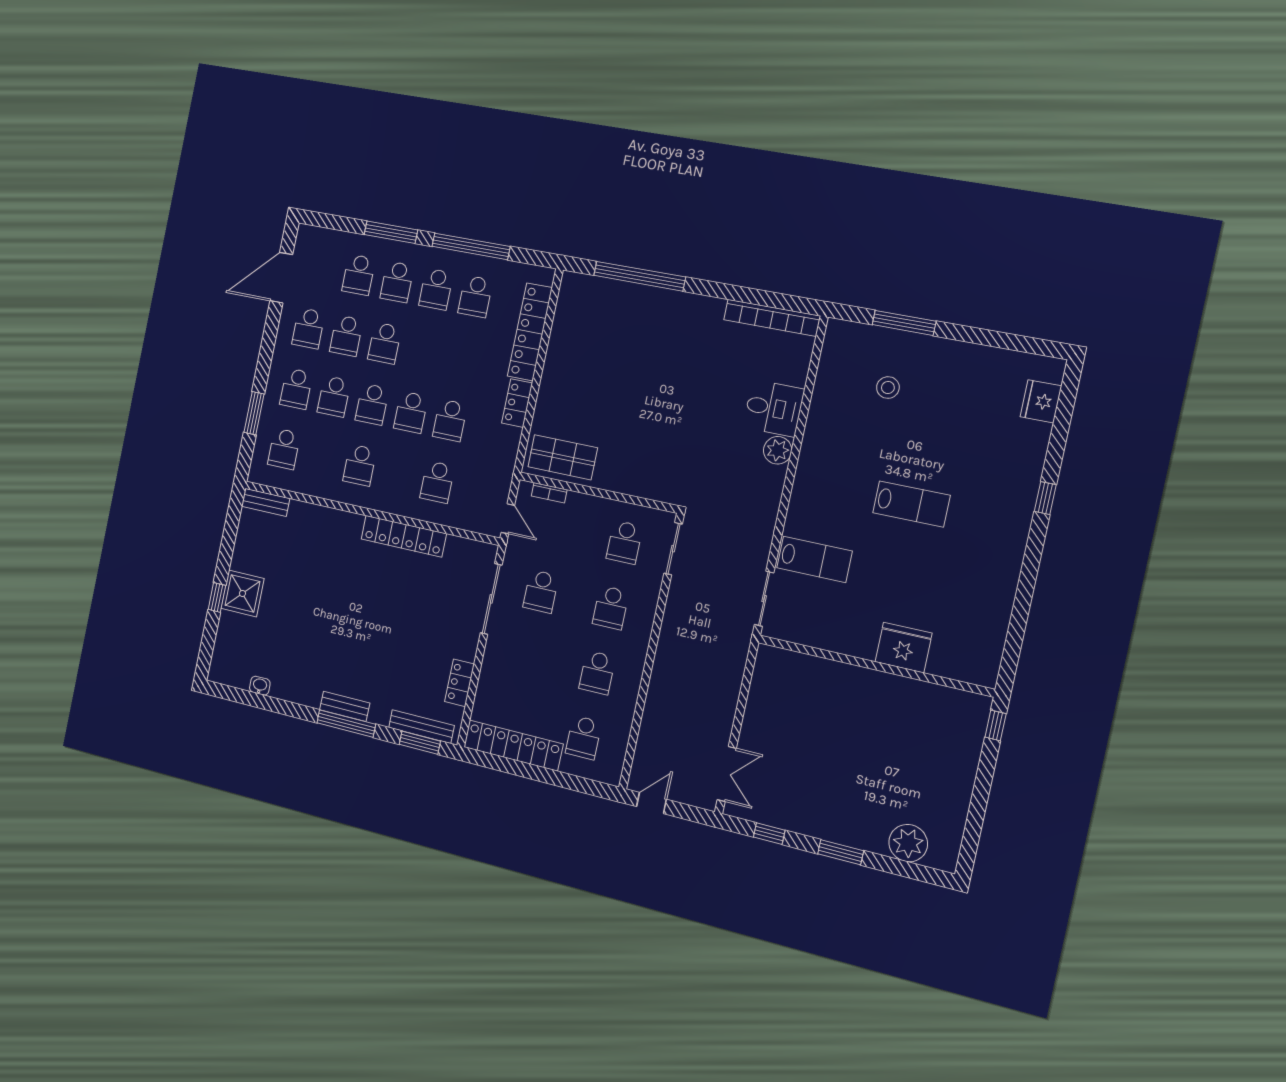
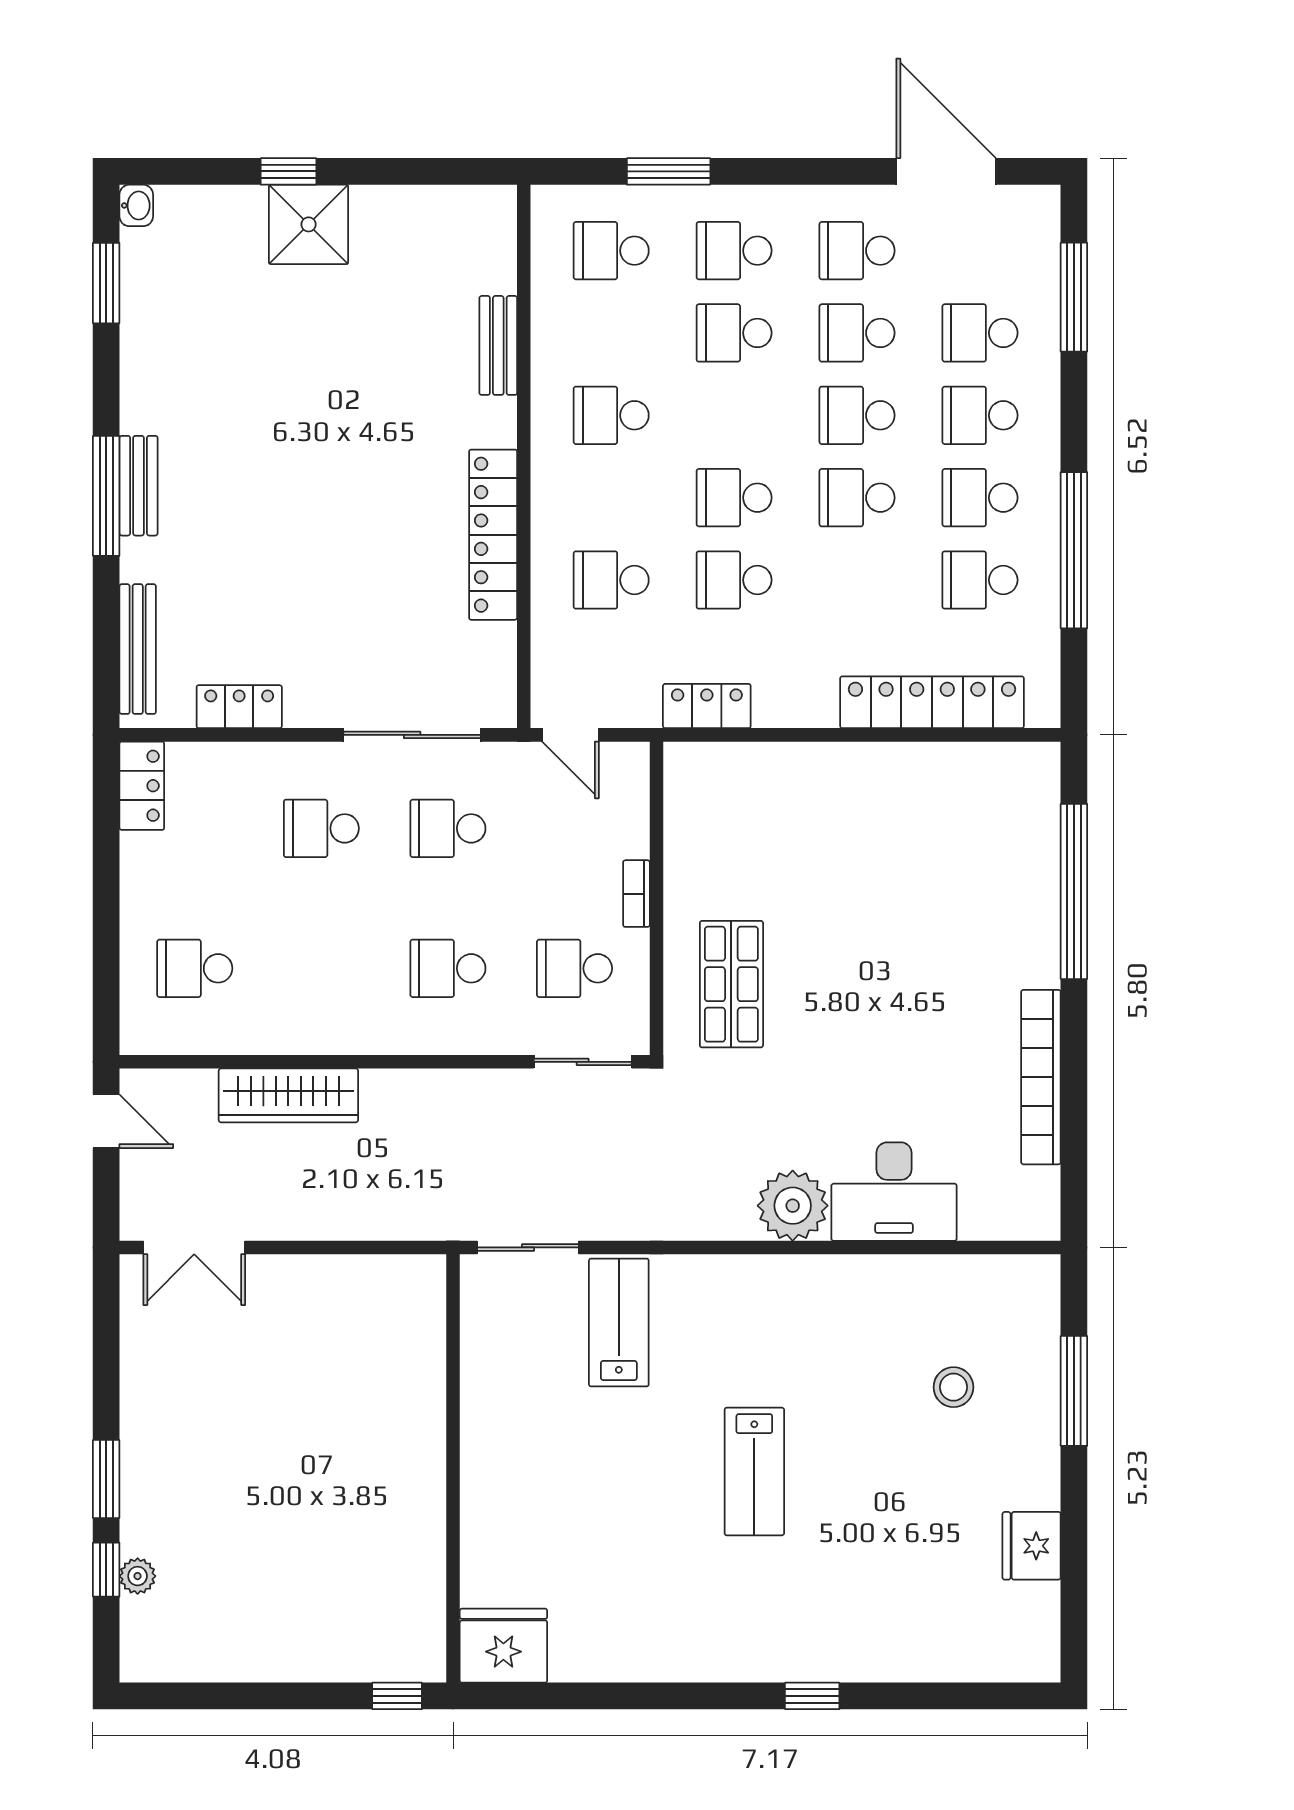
window: (391, 232) -> (1074, 297), moved
bookcase: (772, 318) -> (1041, 1077), moved
fridge: (1041, 401) -> (1032, 1546), moved, turned -90
locker: (517, 403) -> (707, 706), moved
school desk: (372, 404) -> (857, 498), moved
desk: (774, 408) -> (894, 1192), width x1.37
plant: (778, 450) -> (793, 1206), width x1.36, depth x1.36
shop shelf: (563, 457) -> (731, 984), moved
bookcase: (549, 493) -> (636, 894), moved
bench: (266, 502) -> (498, 345), moved
door: (508, 519) -> (570, 735), hinge flipped
lab bench: (814, 559) -> (619, 1322), turned 180
fridge: (904, 648) -> (503, 1646), moved, turned -90
school desk: (597, 673) -> (321, 828), moved
washbasin: (260, 686) -> (136, 205), moved
wardrobe: (658, 705) -> (288, 1095), added
window: (420, 743) -> (106, 283), moved
locker: (513, 745) -> (142, 786), width x0.46, depth x0.83
window: (769, 834) -> (106, 1570), moved
plant: (908, 843) -> (138, 1576), width x0.53, depth x0.53

